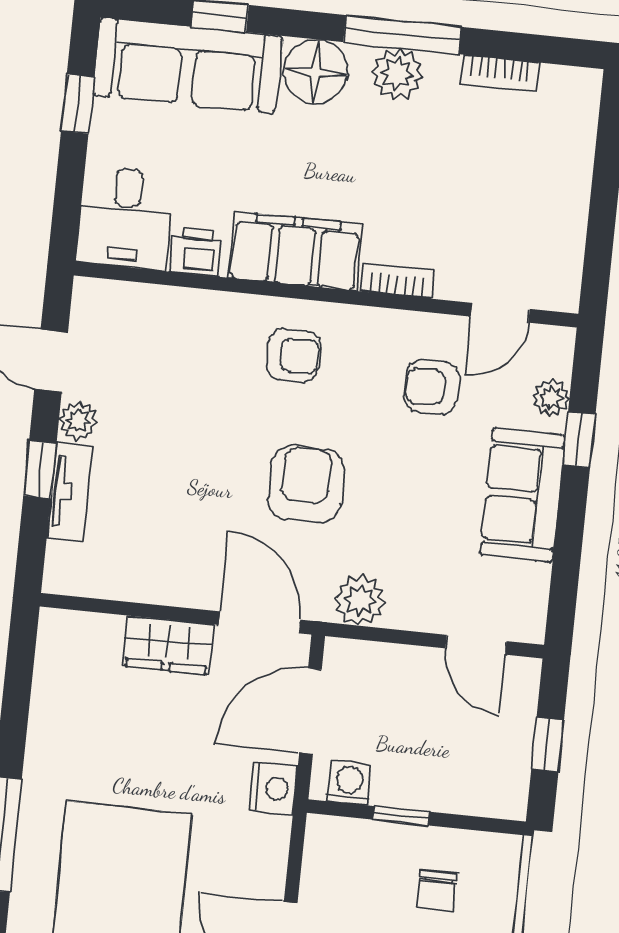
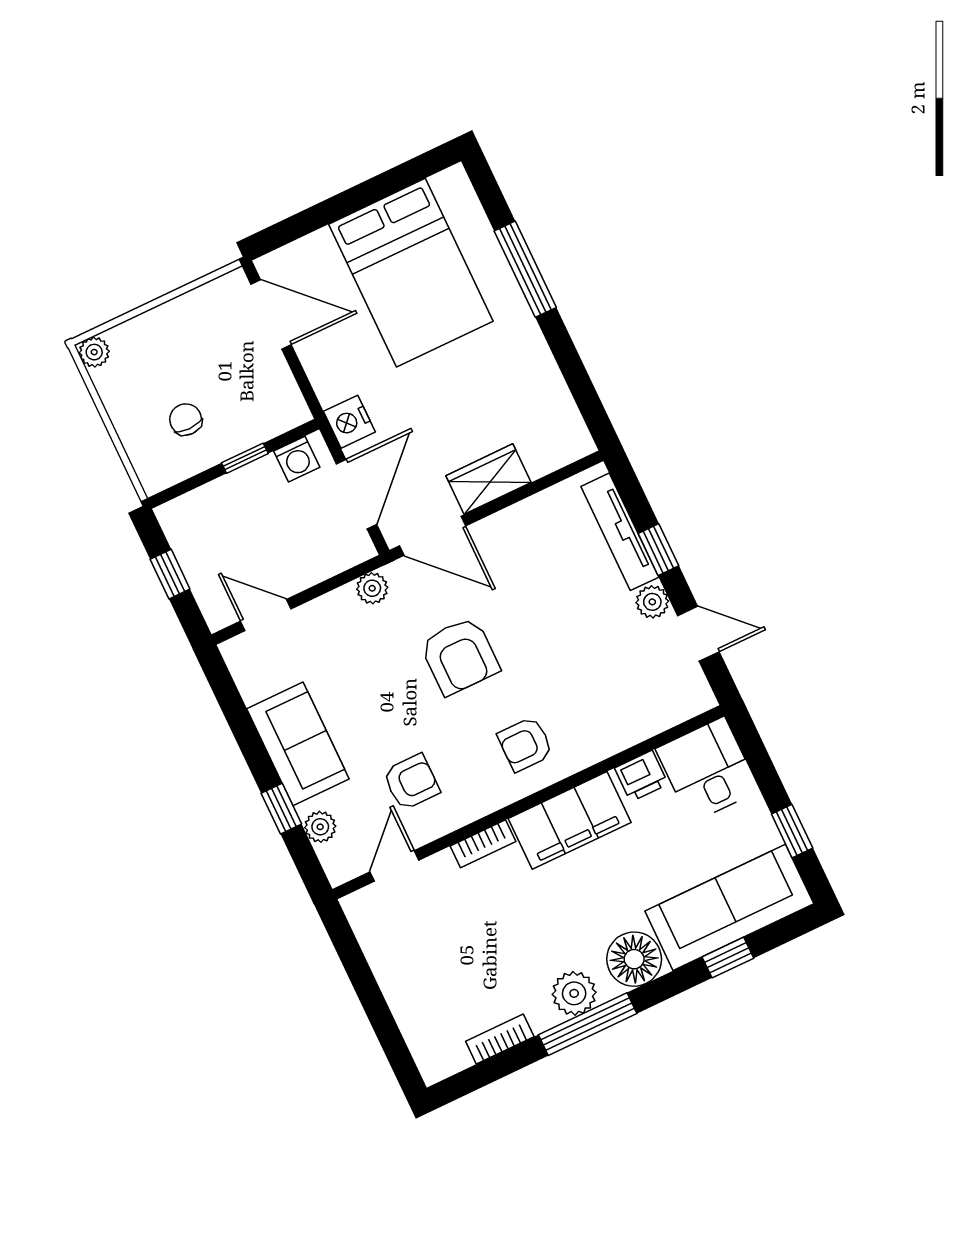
tv unit: (70, 492) -> (620, 532), width x1.41
plant: (360, 600) -> (372, 588), width x0.73, depth x0.73

